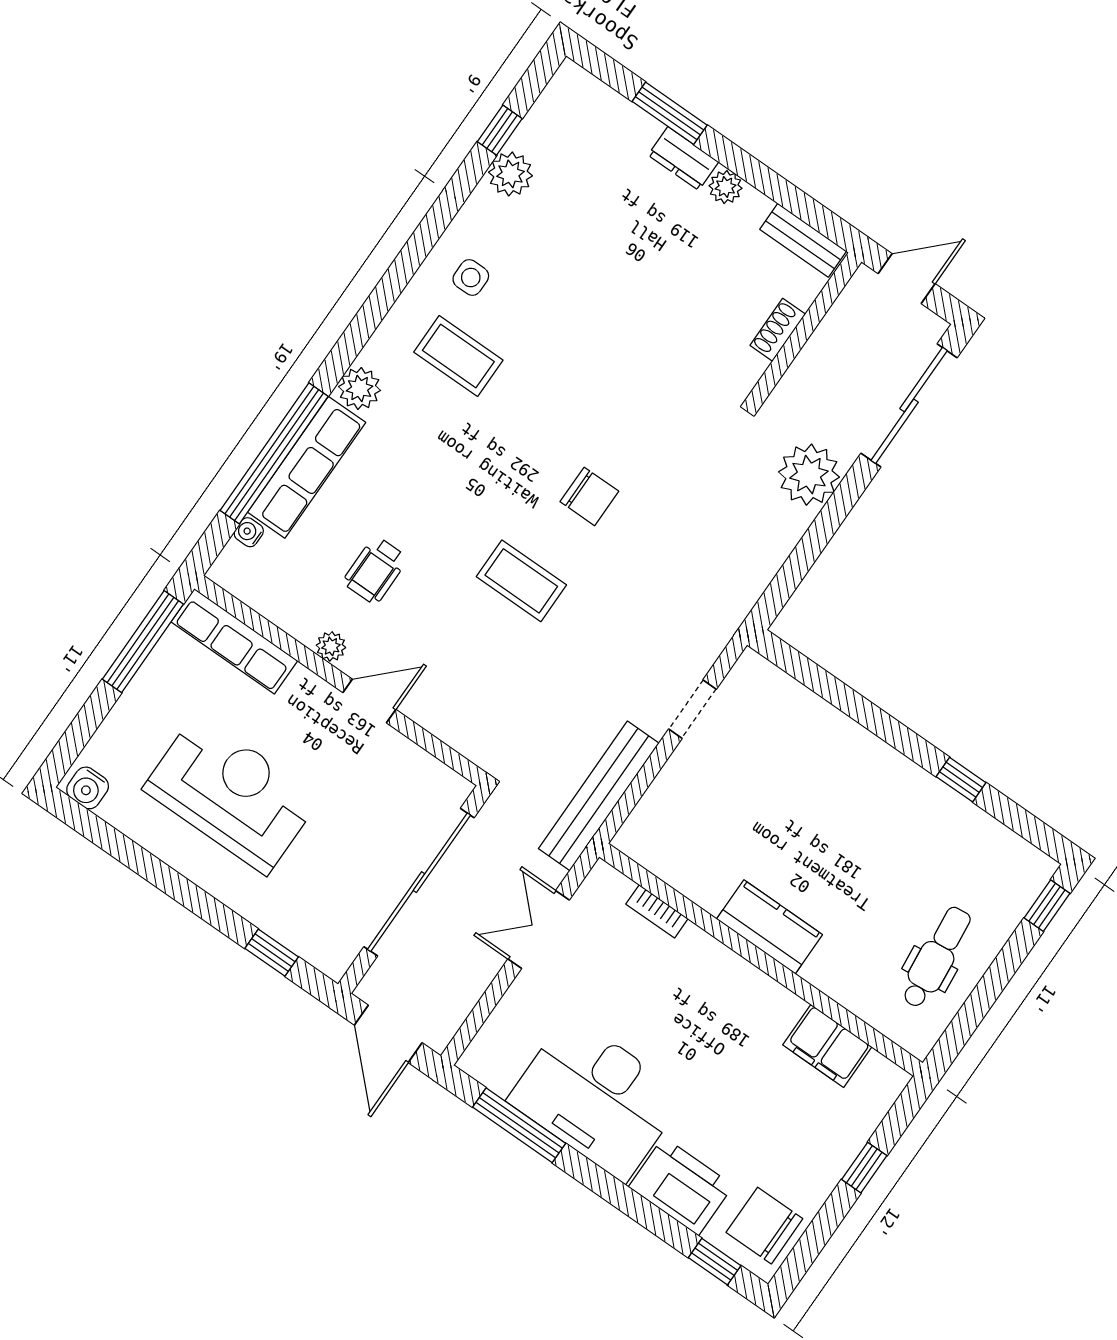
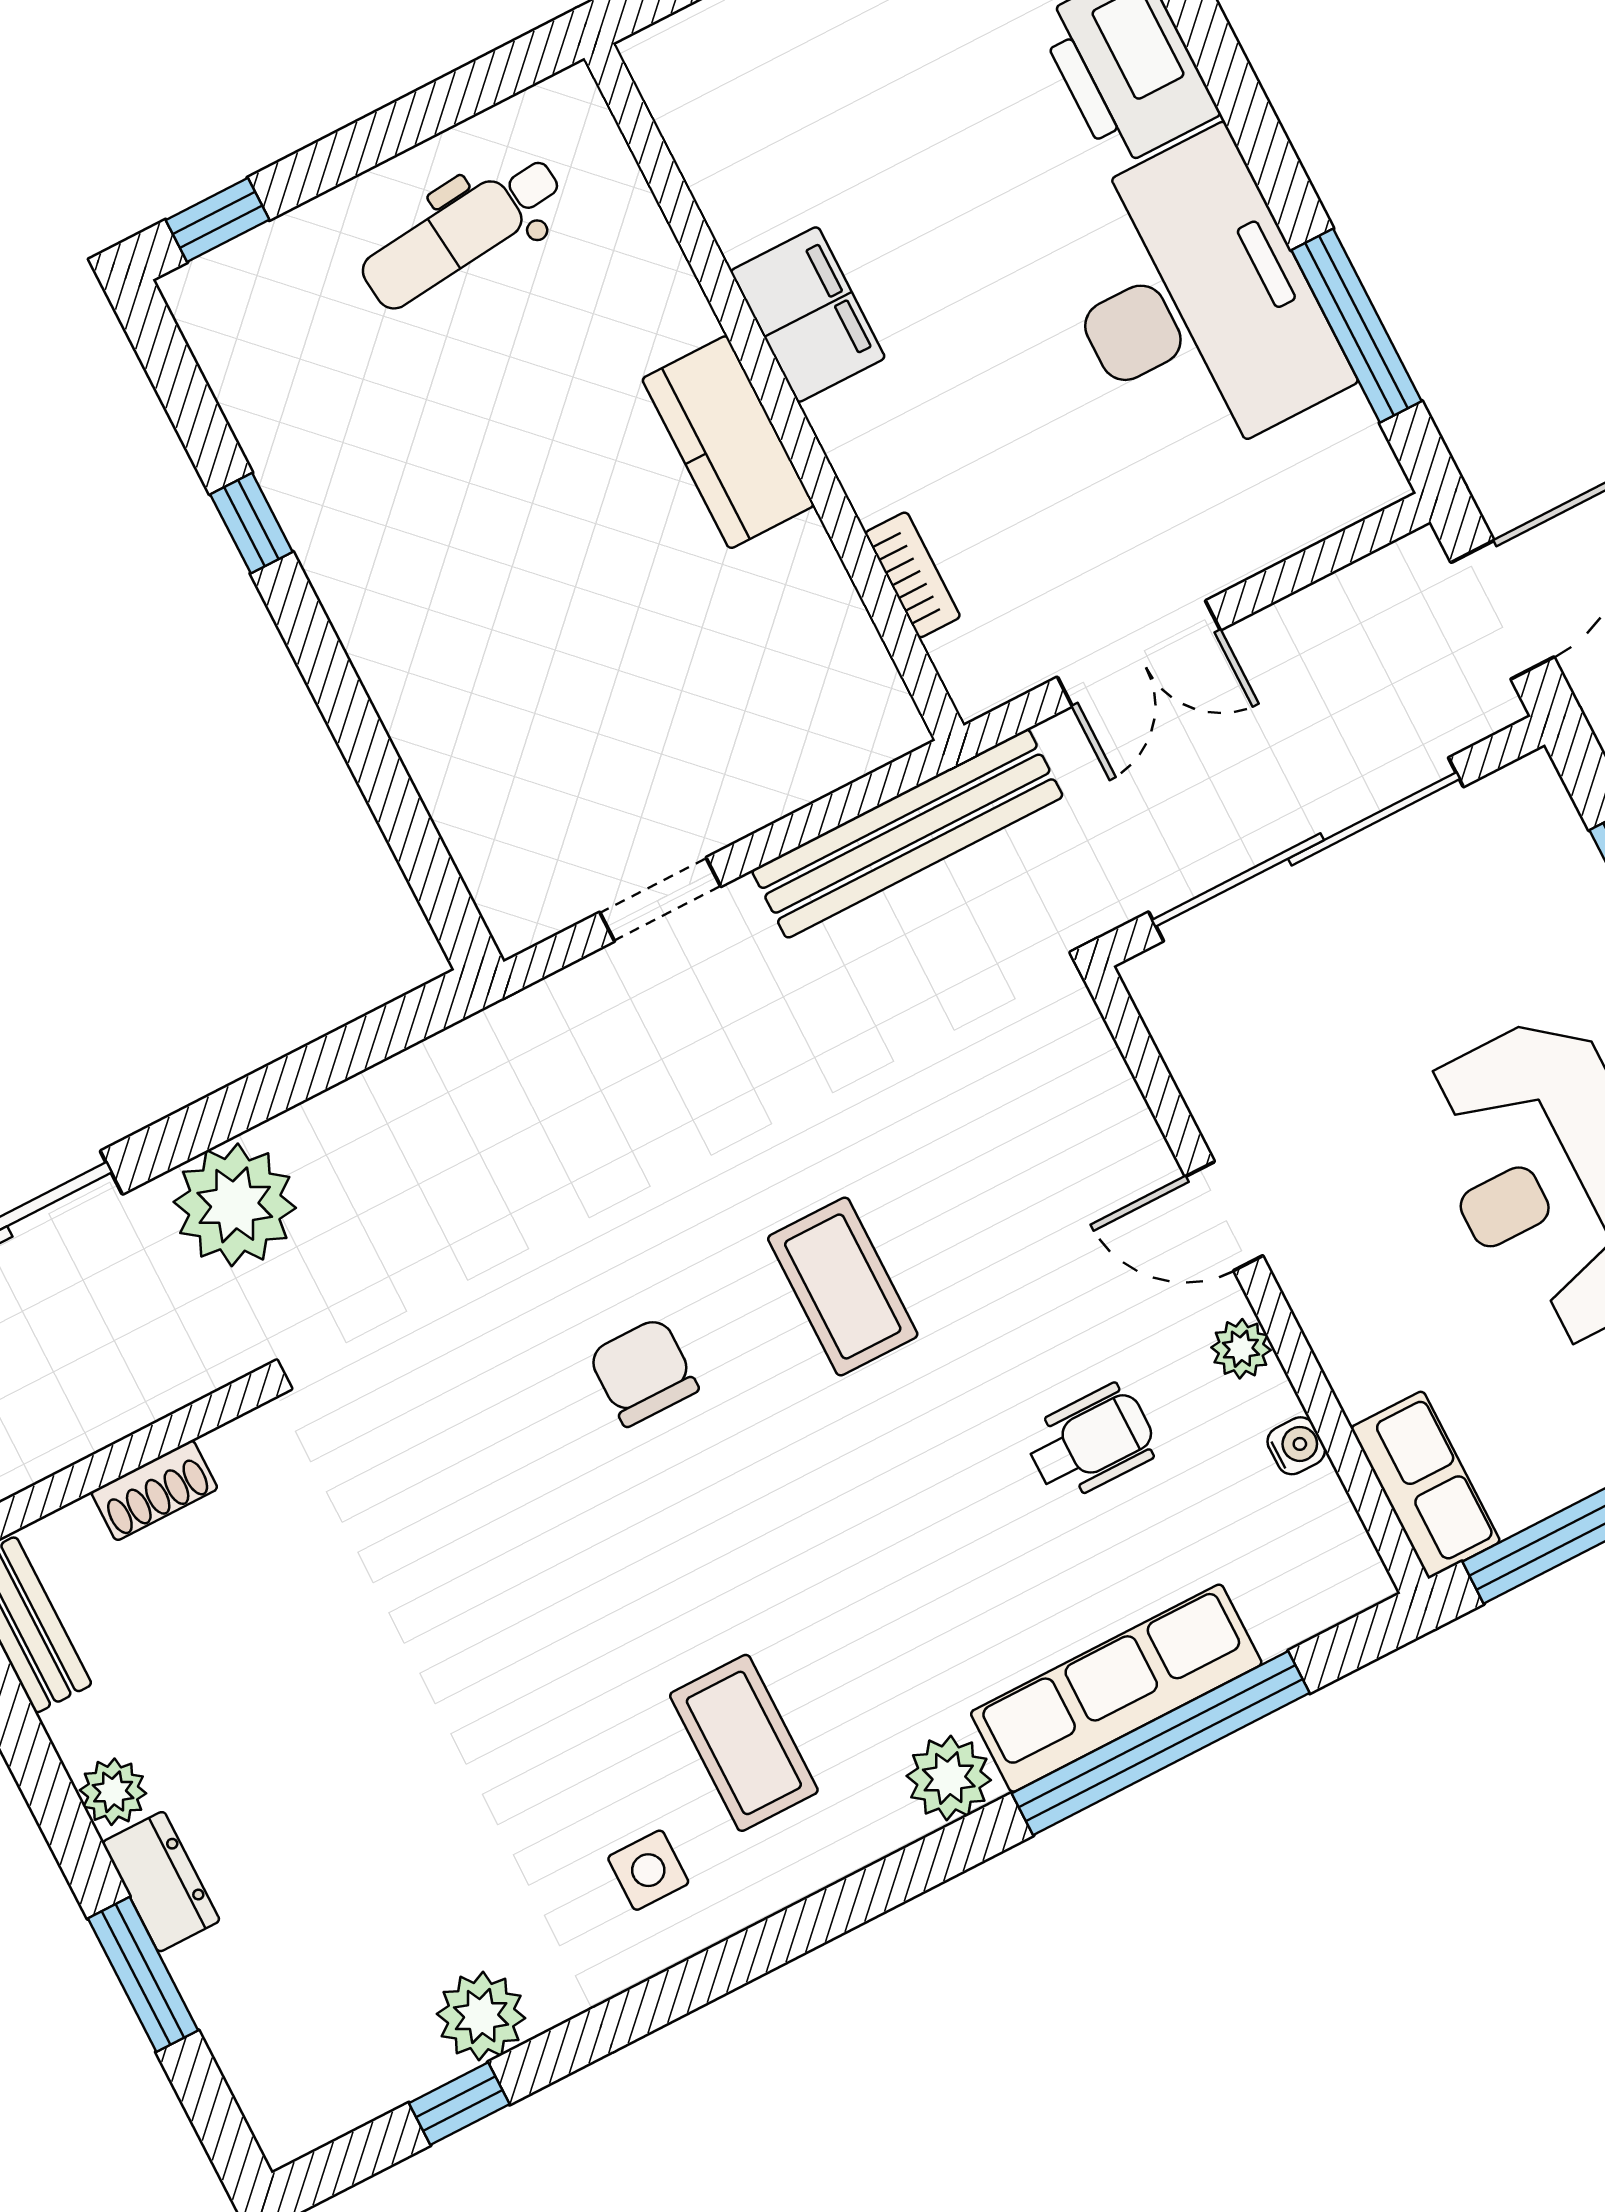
water cooler: (249, 532) -> (1296, 1446), moved, turned -90
row of seats: (234, 641) -> (1426, 1485), width x0.68
filing cabinet: (827, 1046) -> (808, 314), moved

